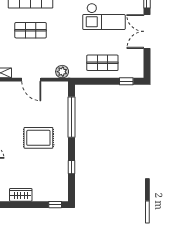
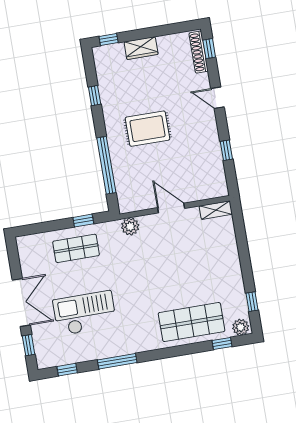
shop shelf: (31, 30) -> (184, 277), removed
window: (126, 81) -> (83, 221), moved
wardrobe: (21, 195) -> (141, 48), moved

